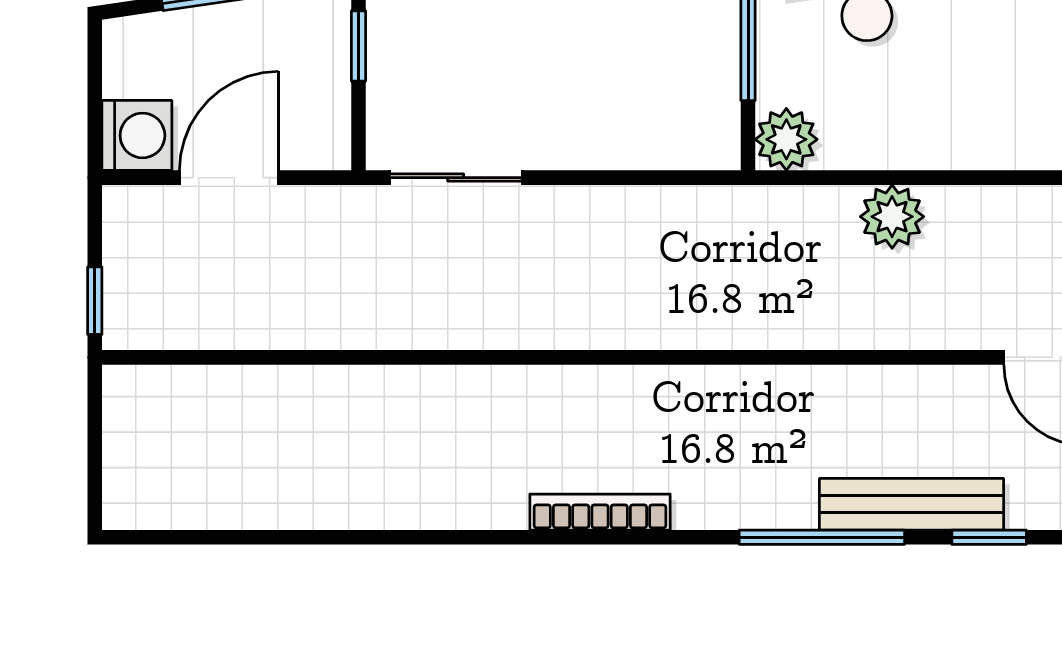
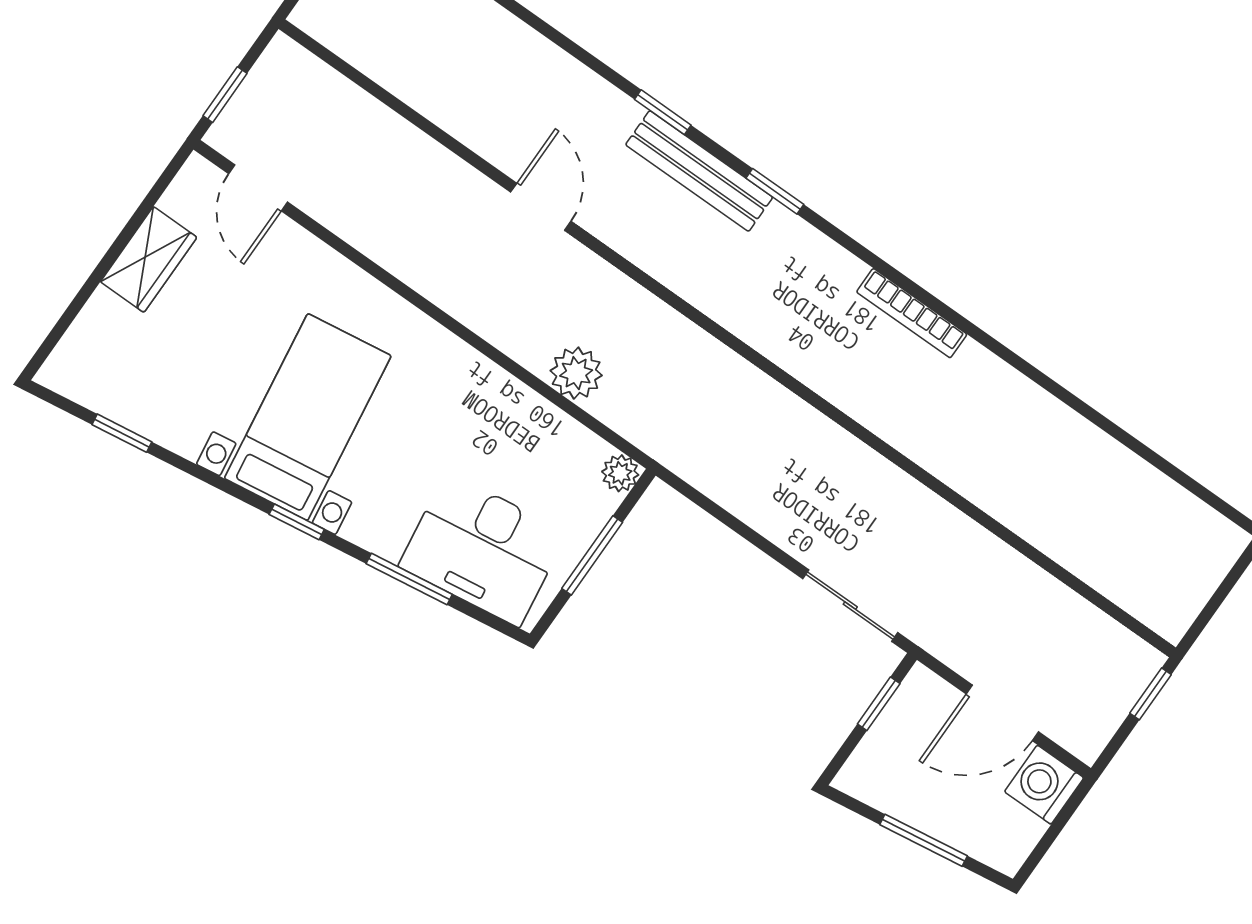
window: (358, 46) -> (879, 704), moved
plant: (786, 139) -> (620, 473), width x0.73, depth x0.73
window: (822, 537) -> (775, 191), width x0.46

